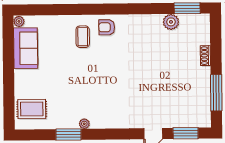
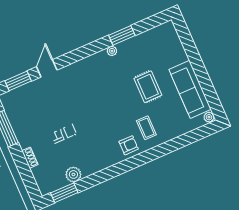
sofa: (26, 48) -> (190, 89), width x1.36
rug: (32, 109) -> (148, 87), moved, turned 90

